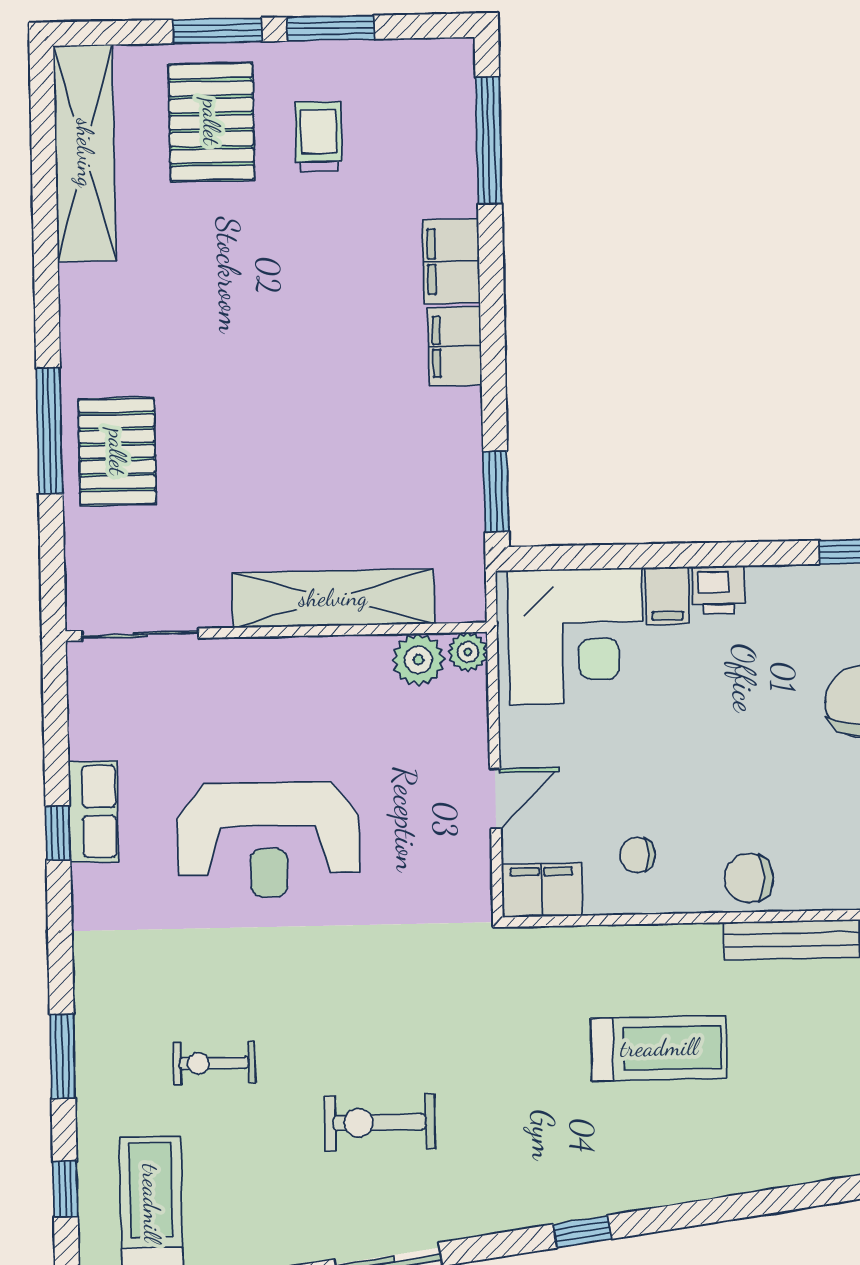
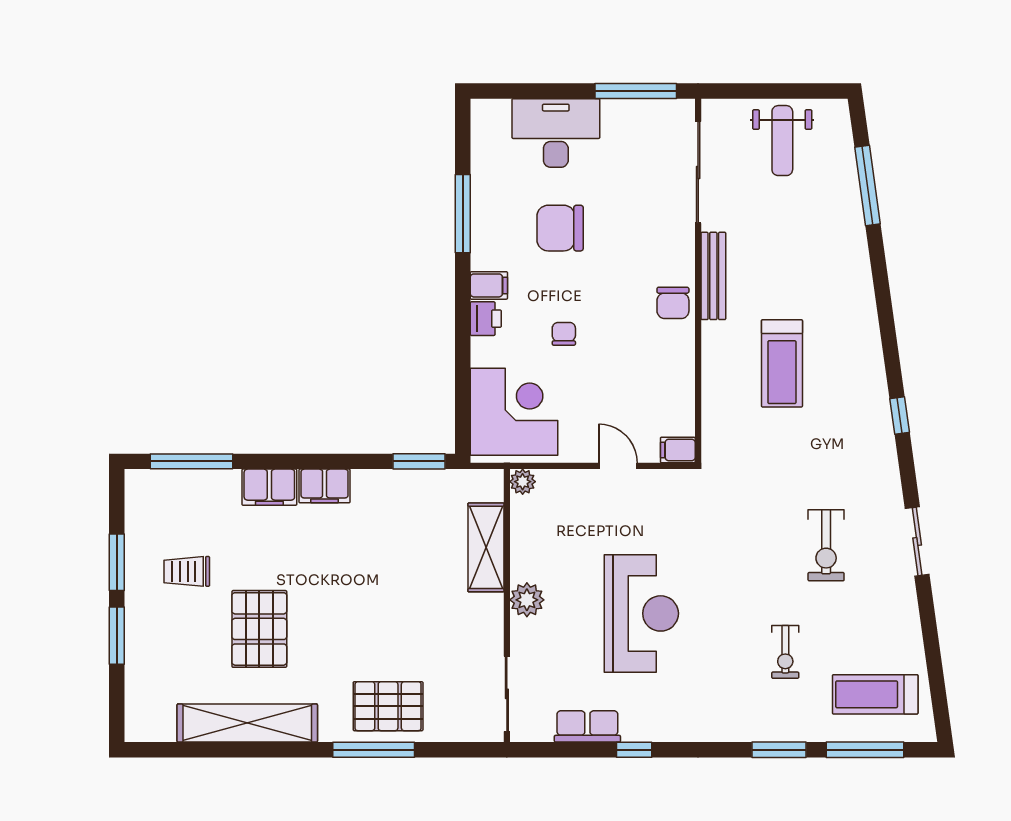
pallet: (211, 122) -> (259, 629), moved, turned 90
shelving: (85, 153) -> (247, 723), moved
filing cabinet: (667, 596) -> (489, 285), moved
shelving: (333, 598) -> (486, 547), width x0.68
plant: (418, 660) -> (527, 600), moved
row of seats: (93, 812) -> (587, 726), moved
chair: (637, 855) -> (564, 334), moved, turned 180
filing cabinet: (542, 890) -> (678, 450), width x0.50
treadmill: (659, 1048) -> (782, 363), turned 180
window: (65, 1189) -> (865, 750), width x2.17

